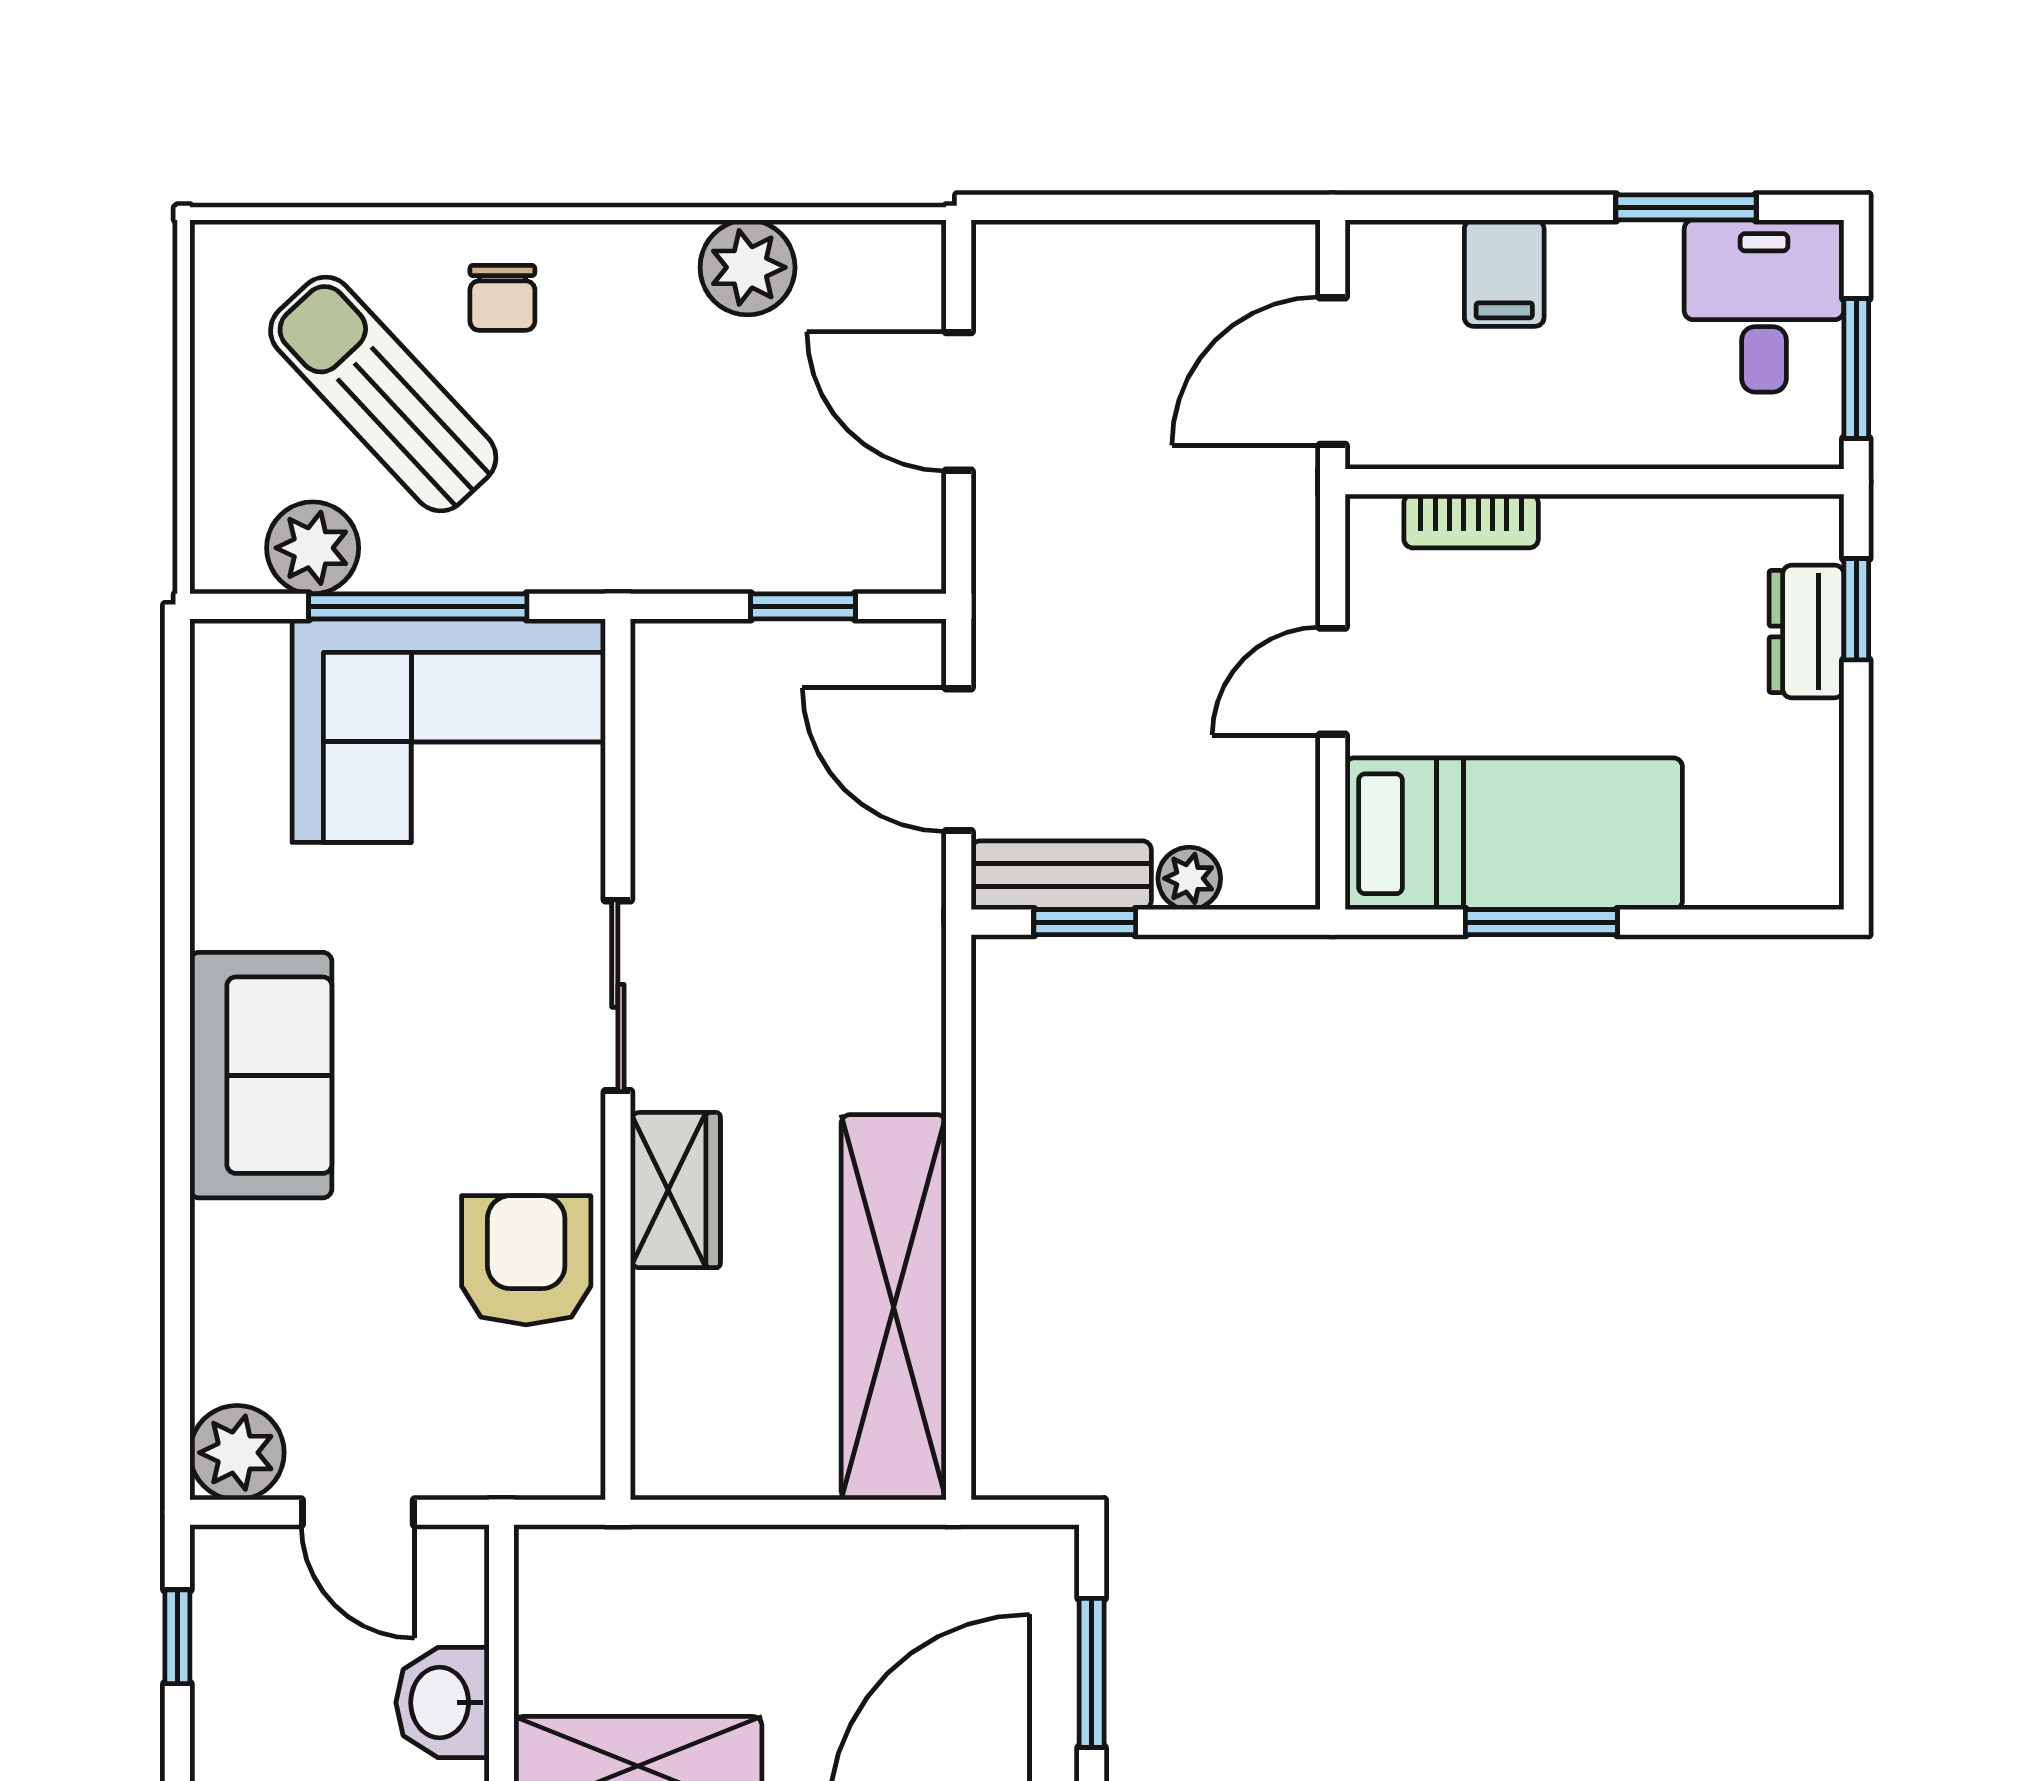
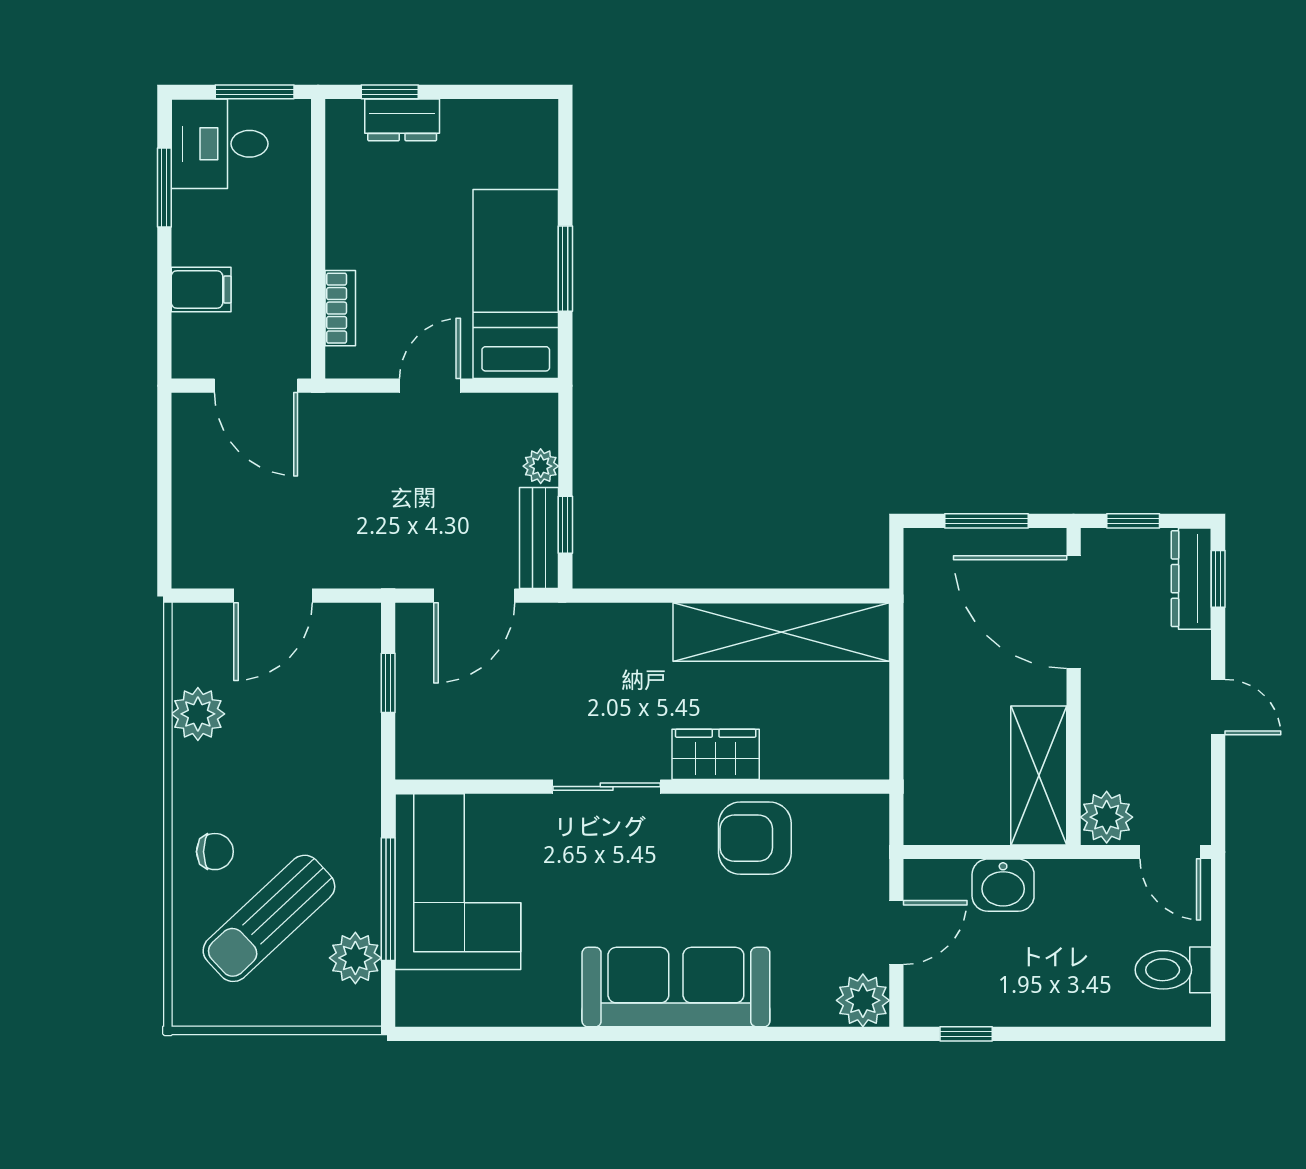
door: (1333, 681) -> (430, 386), swing flipped
sofa: (261, 1075) -> (676, 987), width x1.36

